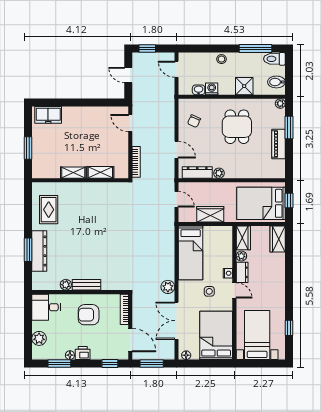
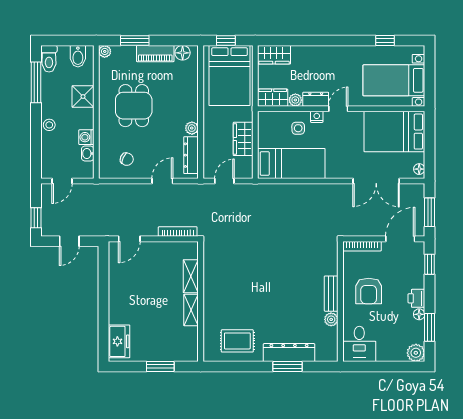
dining table: (237, 127) -> (134, 106), turned 90
floor lamp: (279, 166) -> (183, 53), added
plant: (168, 287) -> (334, 192), removed
side table: (209, 291) -> (298, 128), moved
plant: (39, 338) -> (416, 353), moved

